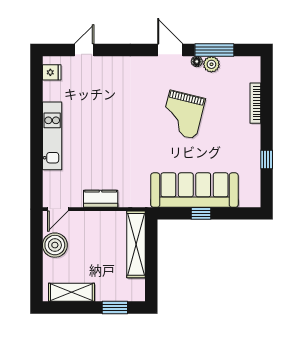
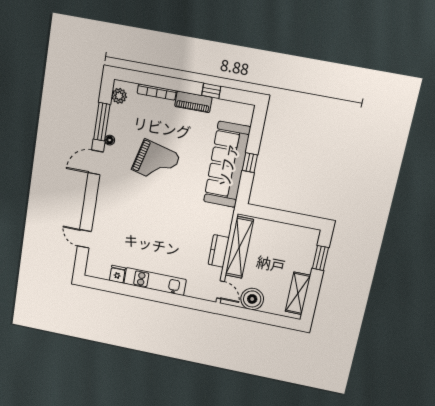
plant: (211, 64) -> (119, 96), moved
fridge: (52, 72) -> (117, 274), moved
piano: (252, 143) -> (193, 102), added
shelving: (136, 244) -> (239, 247), moved, turned 90

